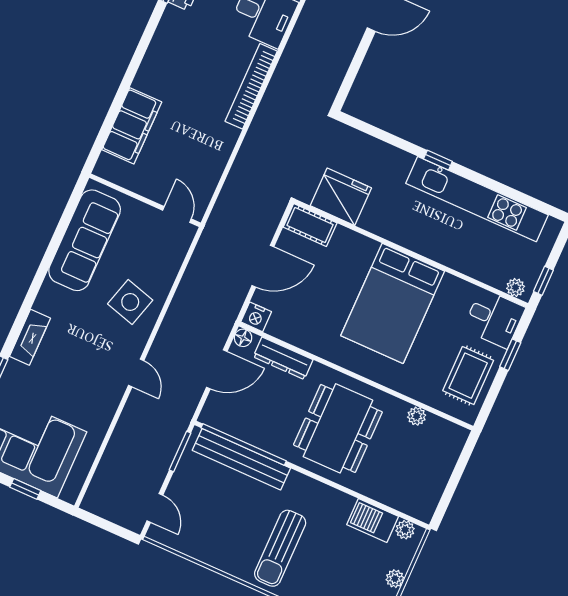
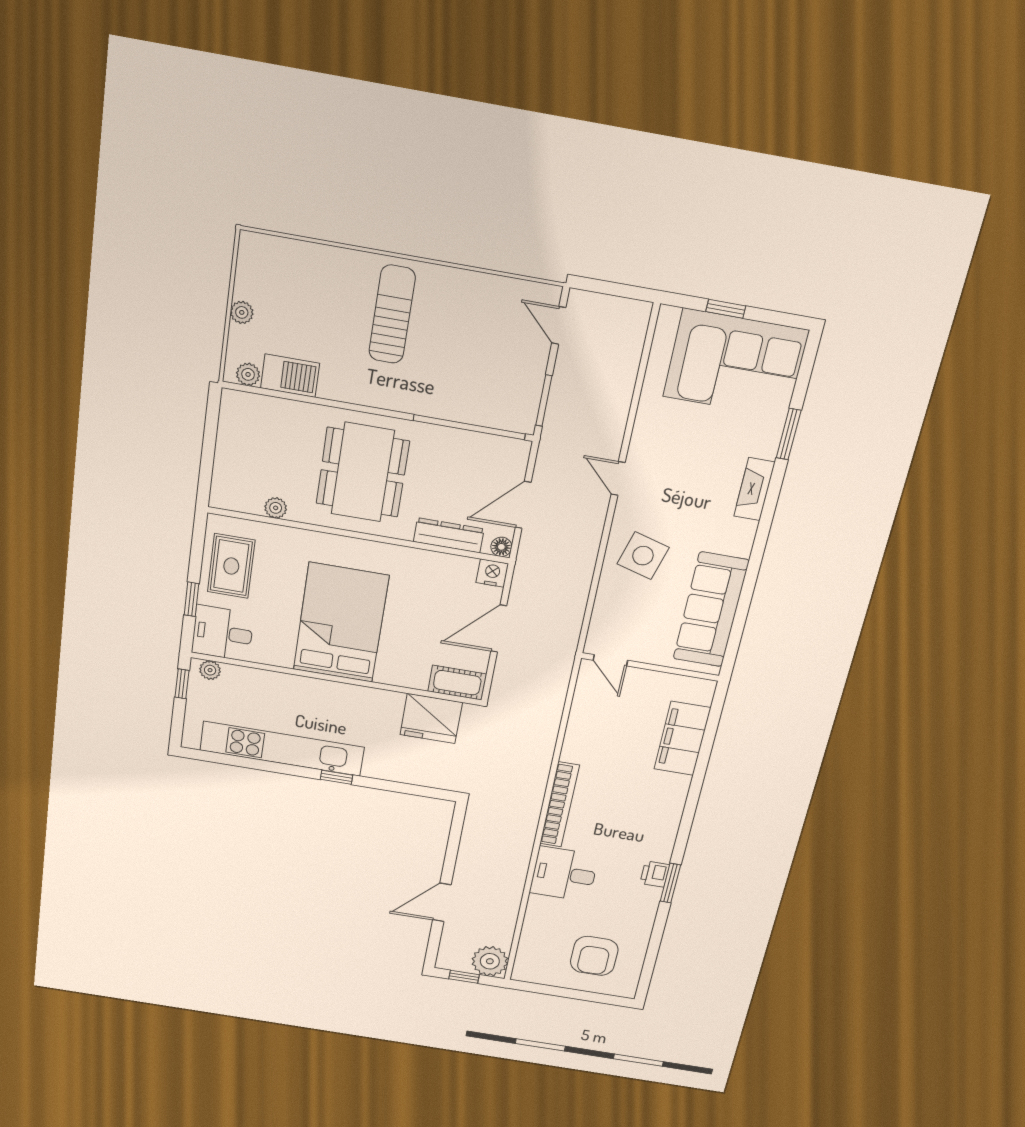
bench: (241, 459) -> (468, 409), removed

